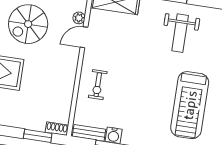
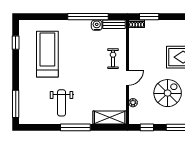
weight bench: (180, 33) -> (62, 103), turned 180
door: (84, 37) -> (128, 78), moved

